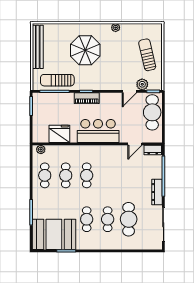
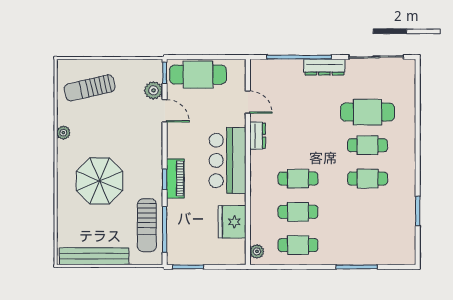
sun lounger: (147, 55) -> (90, 88), moved
dresser: (153, 150) -> (258, 136), moved
booth: (54, 234) -> (392, 231), removed

